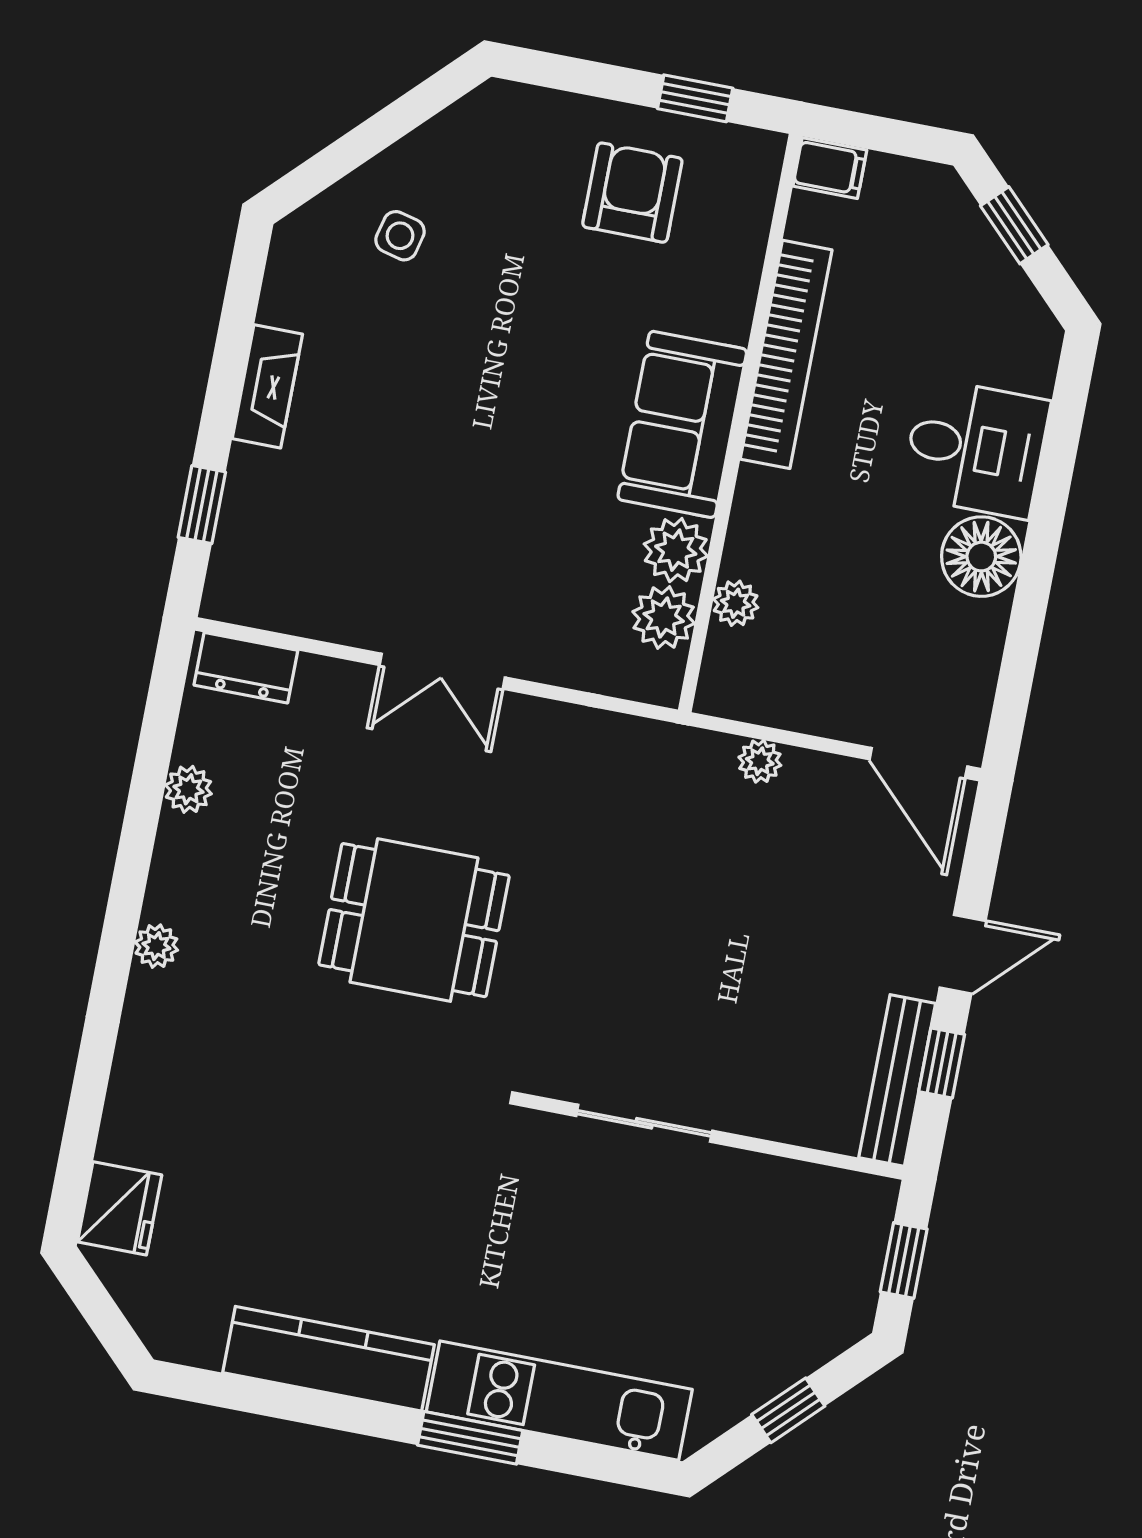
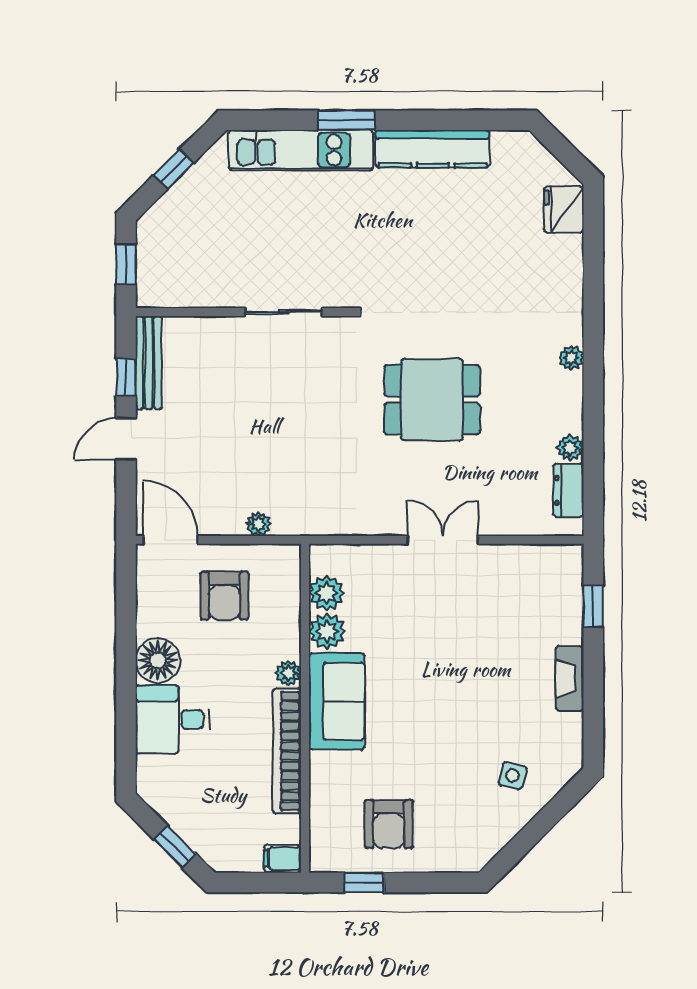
plant: (736, 603) -> (288, 673), moved
armchair: (843, 647) -> (224, 596), added
dresser: (246, 668) -> (568, 490), moved, turned -90

